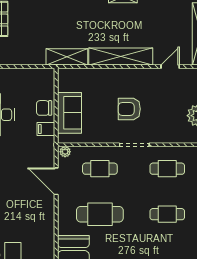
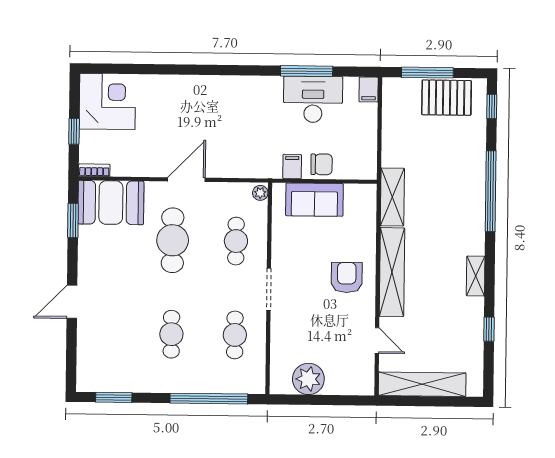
chair: (44, 108) -> (322, 164), turned 90
armchair: (129, 109) -> (347, 277), moved
door: (56, 181) -> (186, 180), moved

